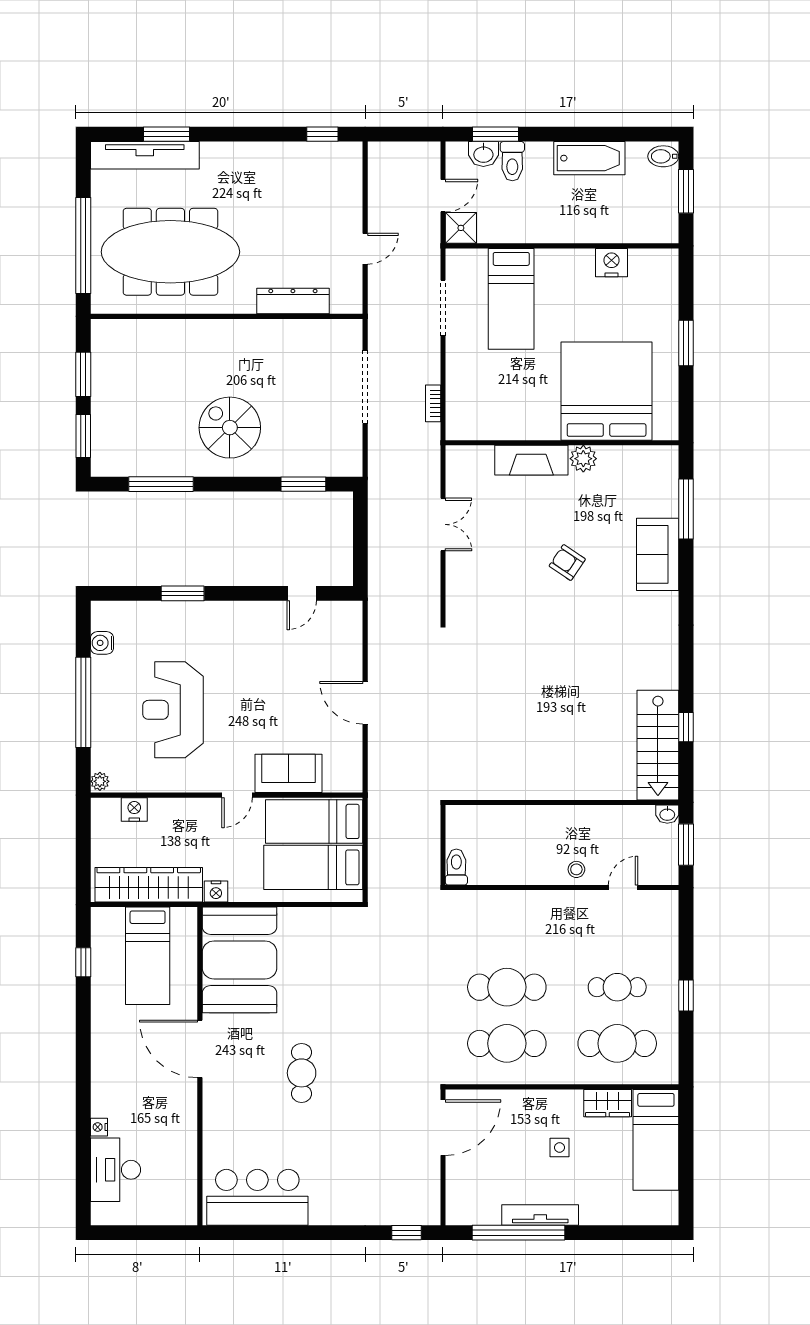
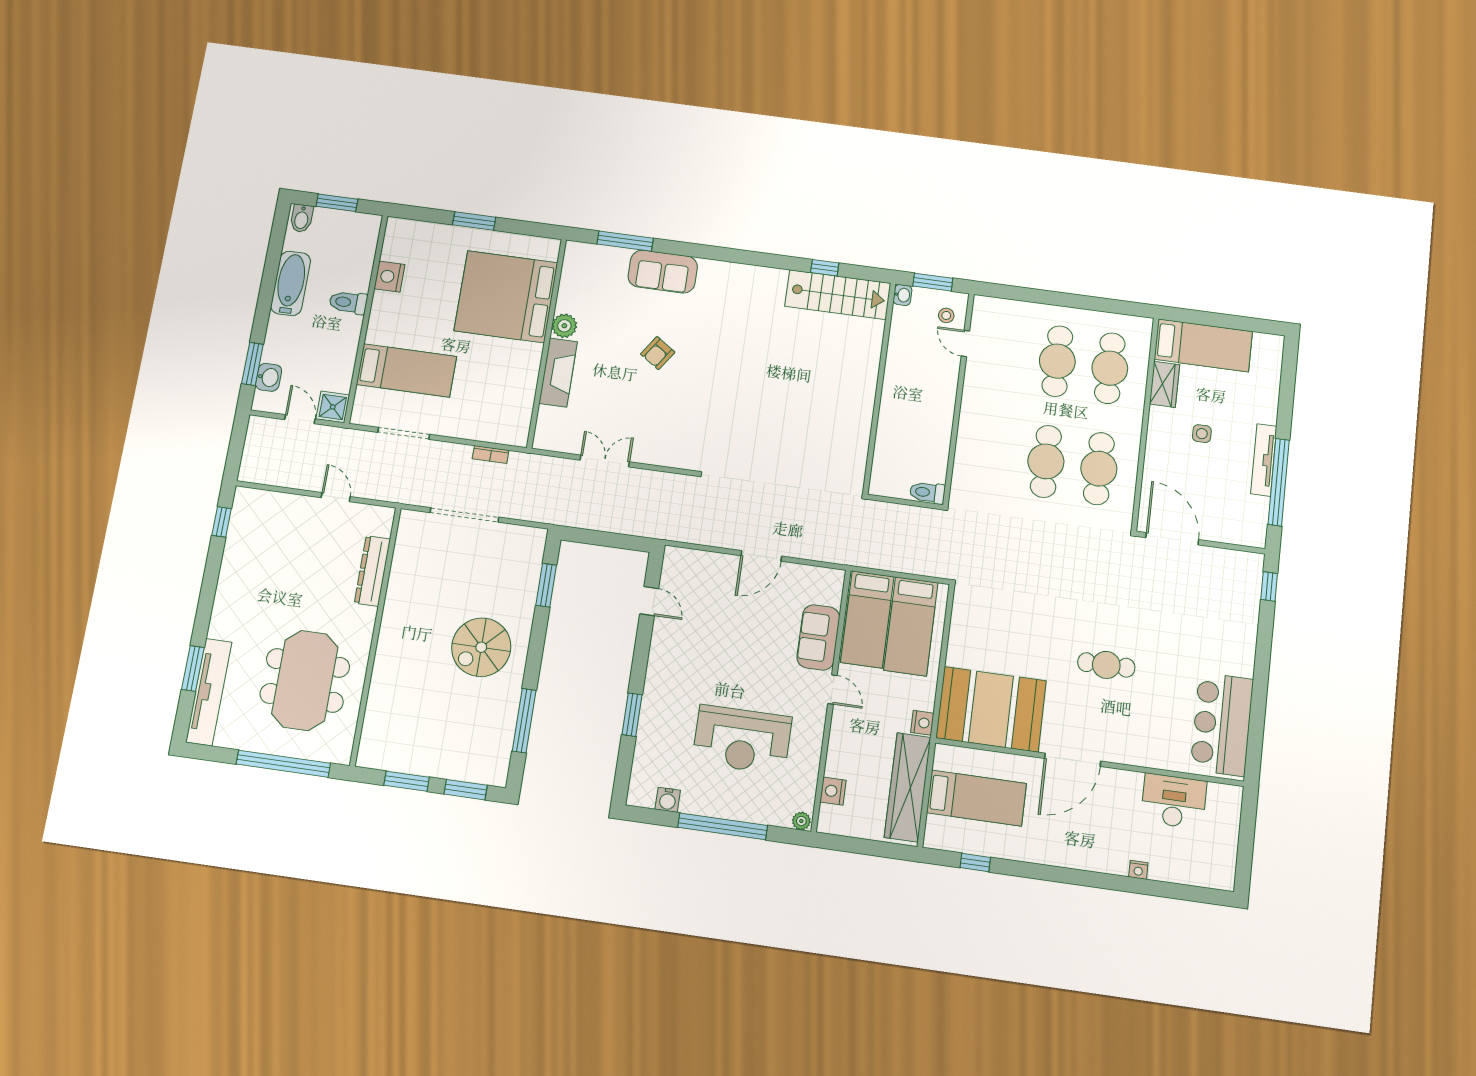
toilet: (512, 161) -> (348, 302), moved, turned 180
meeting table: (170, 252) -> (305, 680), width x0.73
stool: (576, 869) -> (946, 315), moved
cafe table: (617, 987) -> (1057, 361), width x1.37, depth x1.35
window: (686, 996) -> (1072, 301), removed
desk: (116, 1170) -> (1174, 801), moved, turned 180

